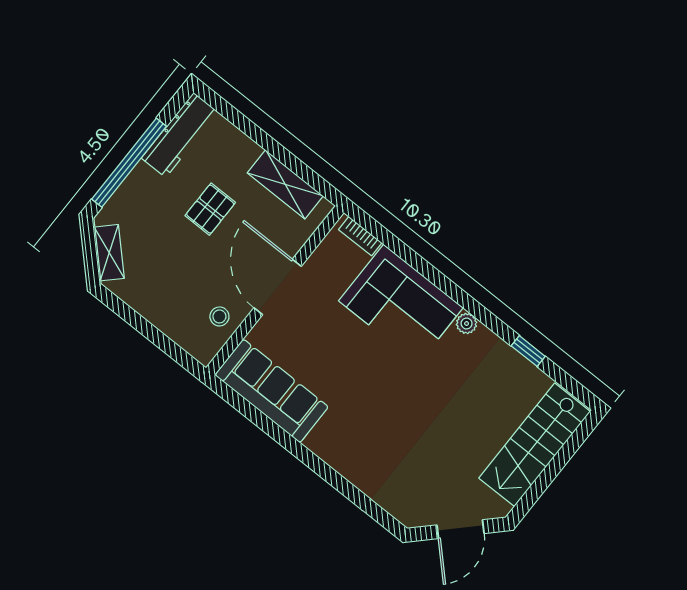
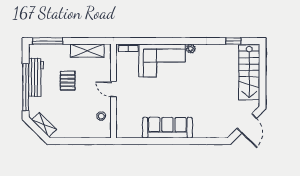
window: (230, 113) -> (48, 41), added
workbench: (180, 135) -> (36, 77), moved
door: (278, 287) -> (113, 89), width x0.53
window: (528, 351) -> (233, 41), moved
sofa: (272, 391) -> (167, 128), moved

